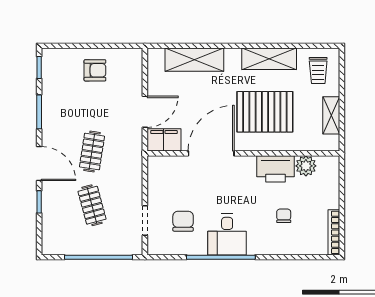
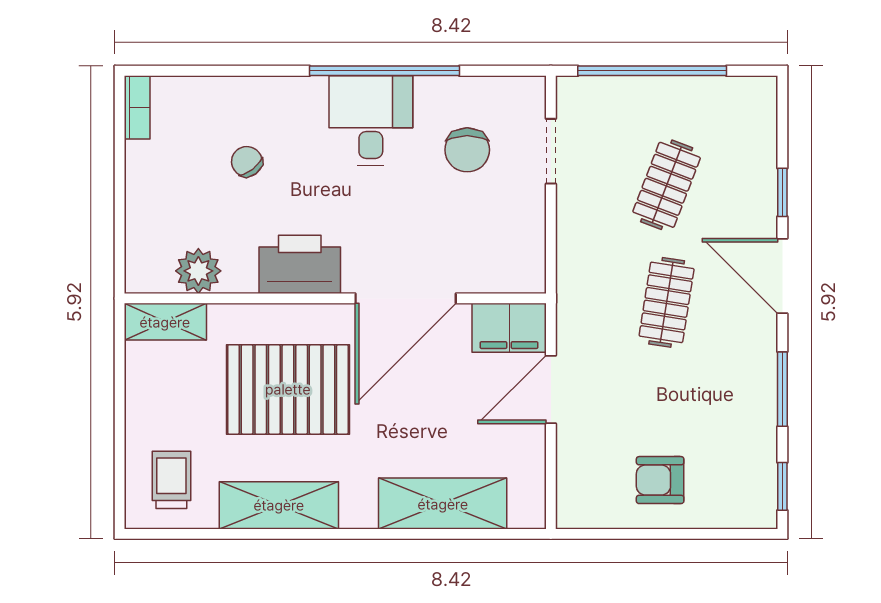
shelving: (331, 115) -> (165, 322), moved, turned 90
printer: (276, 169) -> (300, 264), moved
clothes rail: (92, 205) -> (667, 185), turned 36
chair: (284, 216) -> (247, 162), turned 142
bookcase: (334, 232) -> (137, 107), width x0.64

